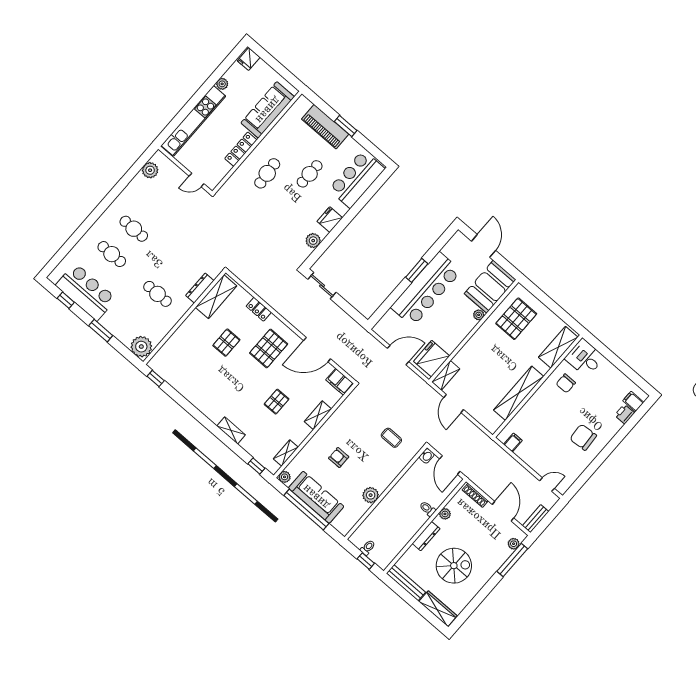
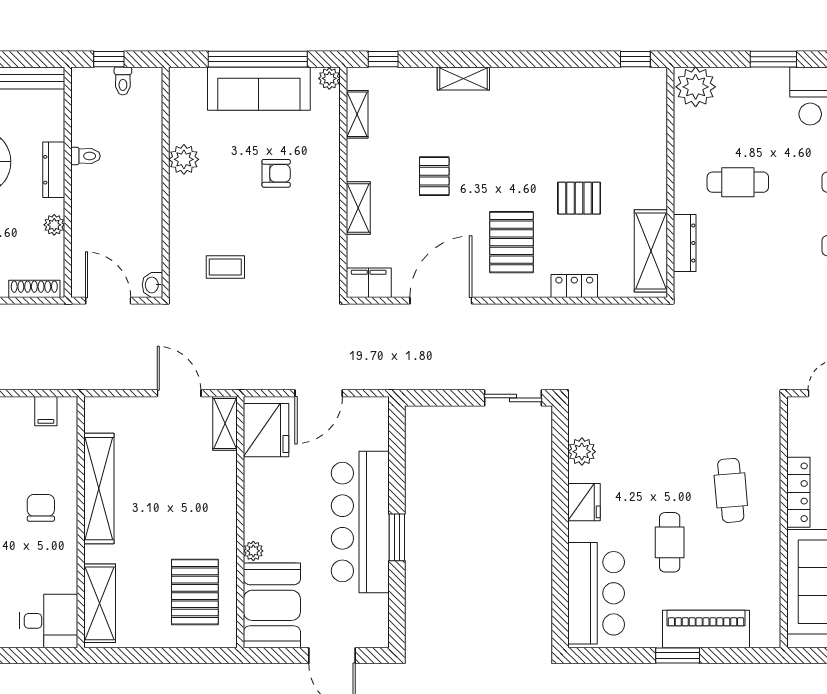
pallet: (226, 343) -> (579, 198), turned 90
chair: (566, 383) -> (41, 508), moved
toilet: (428, 509) -> (85, 156), moved

